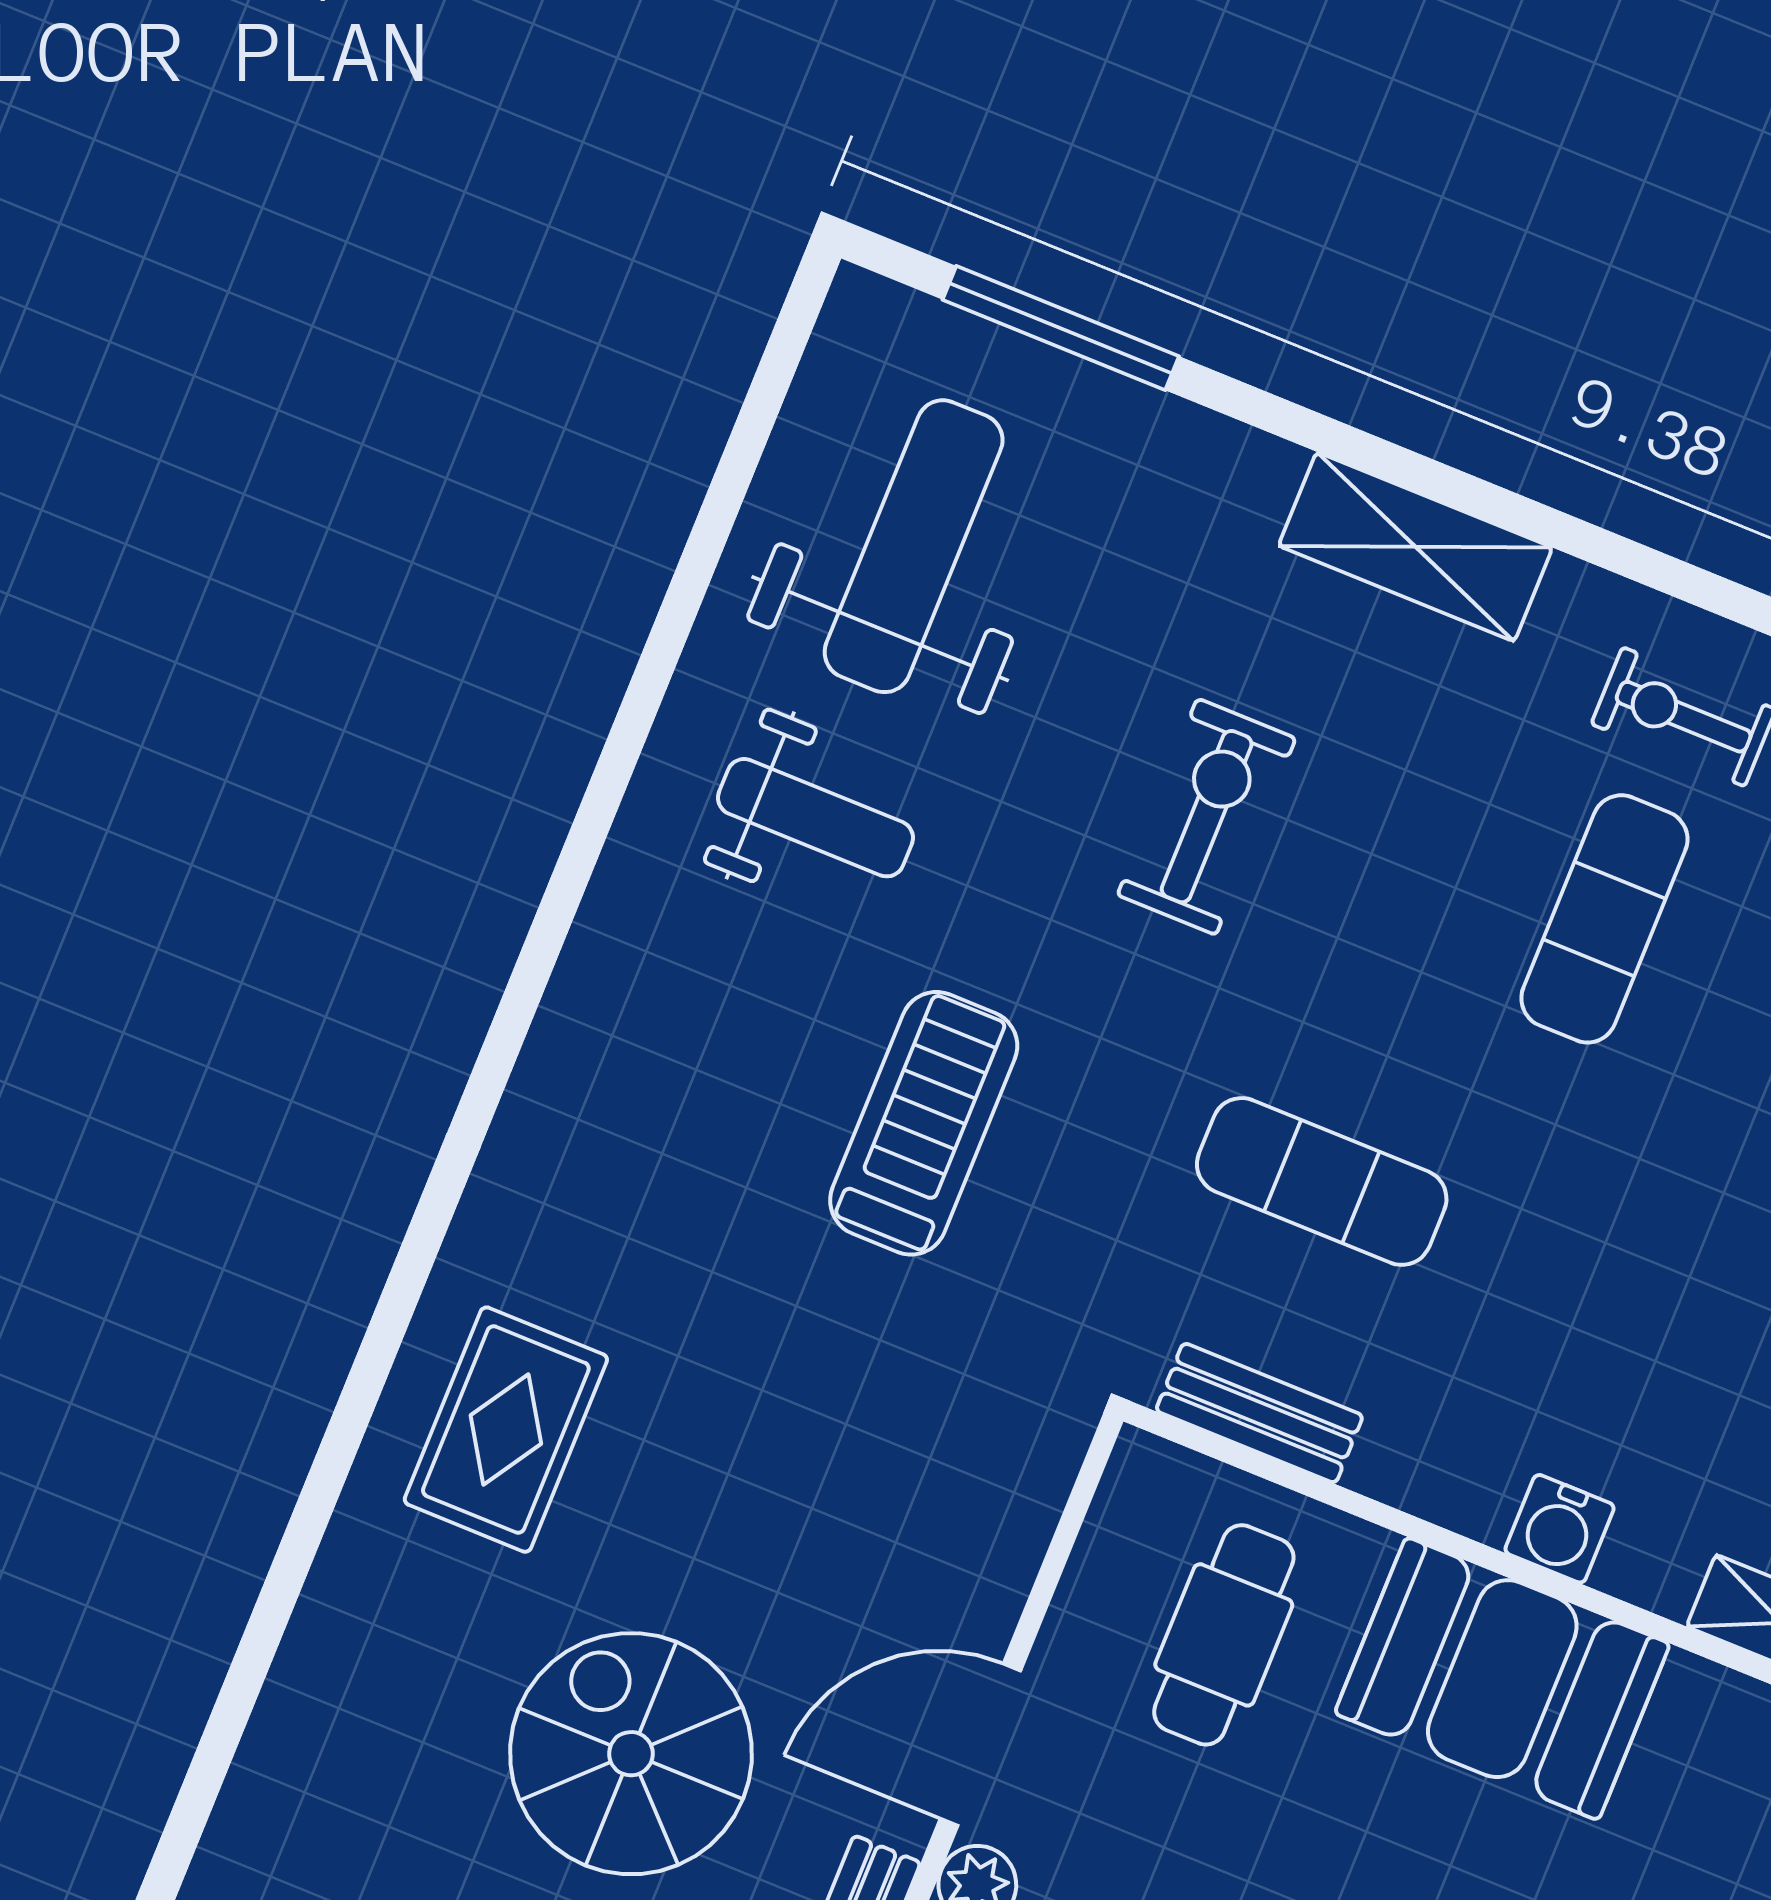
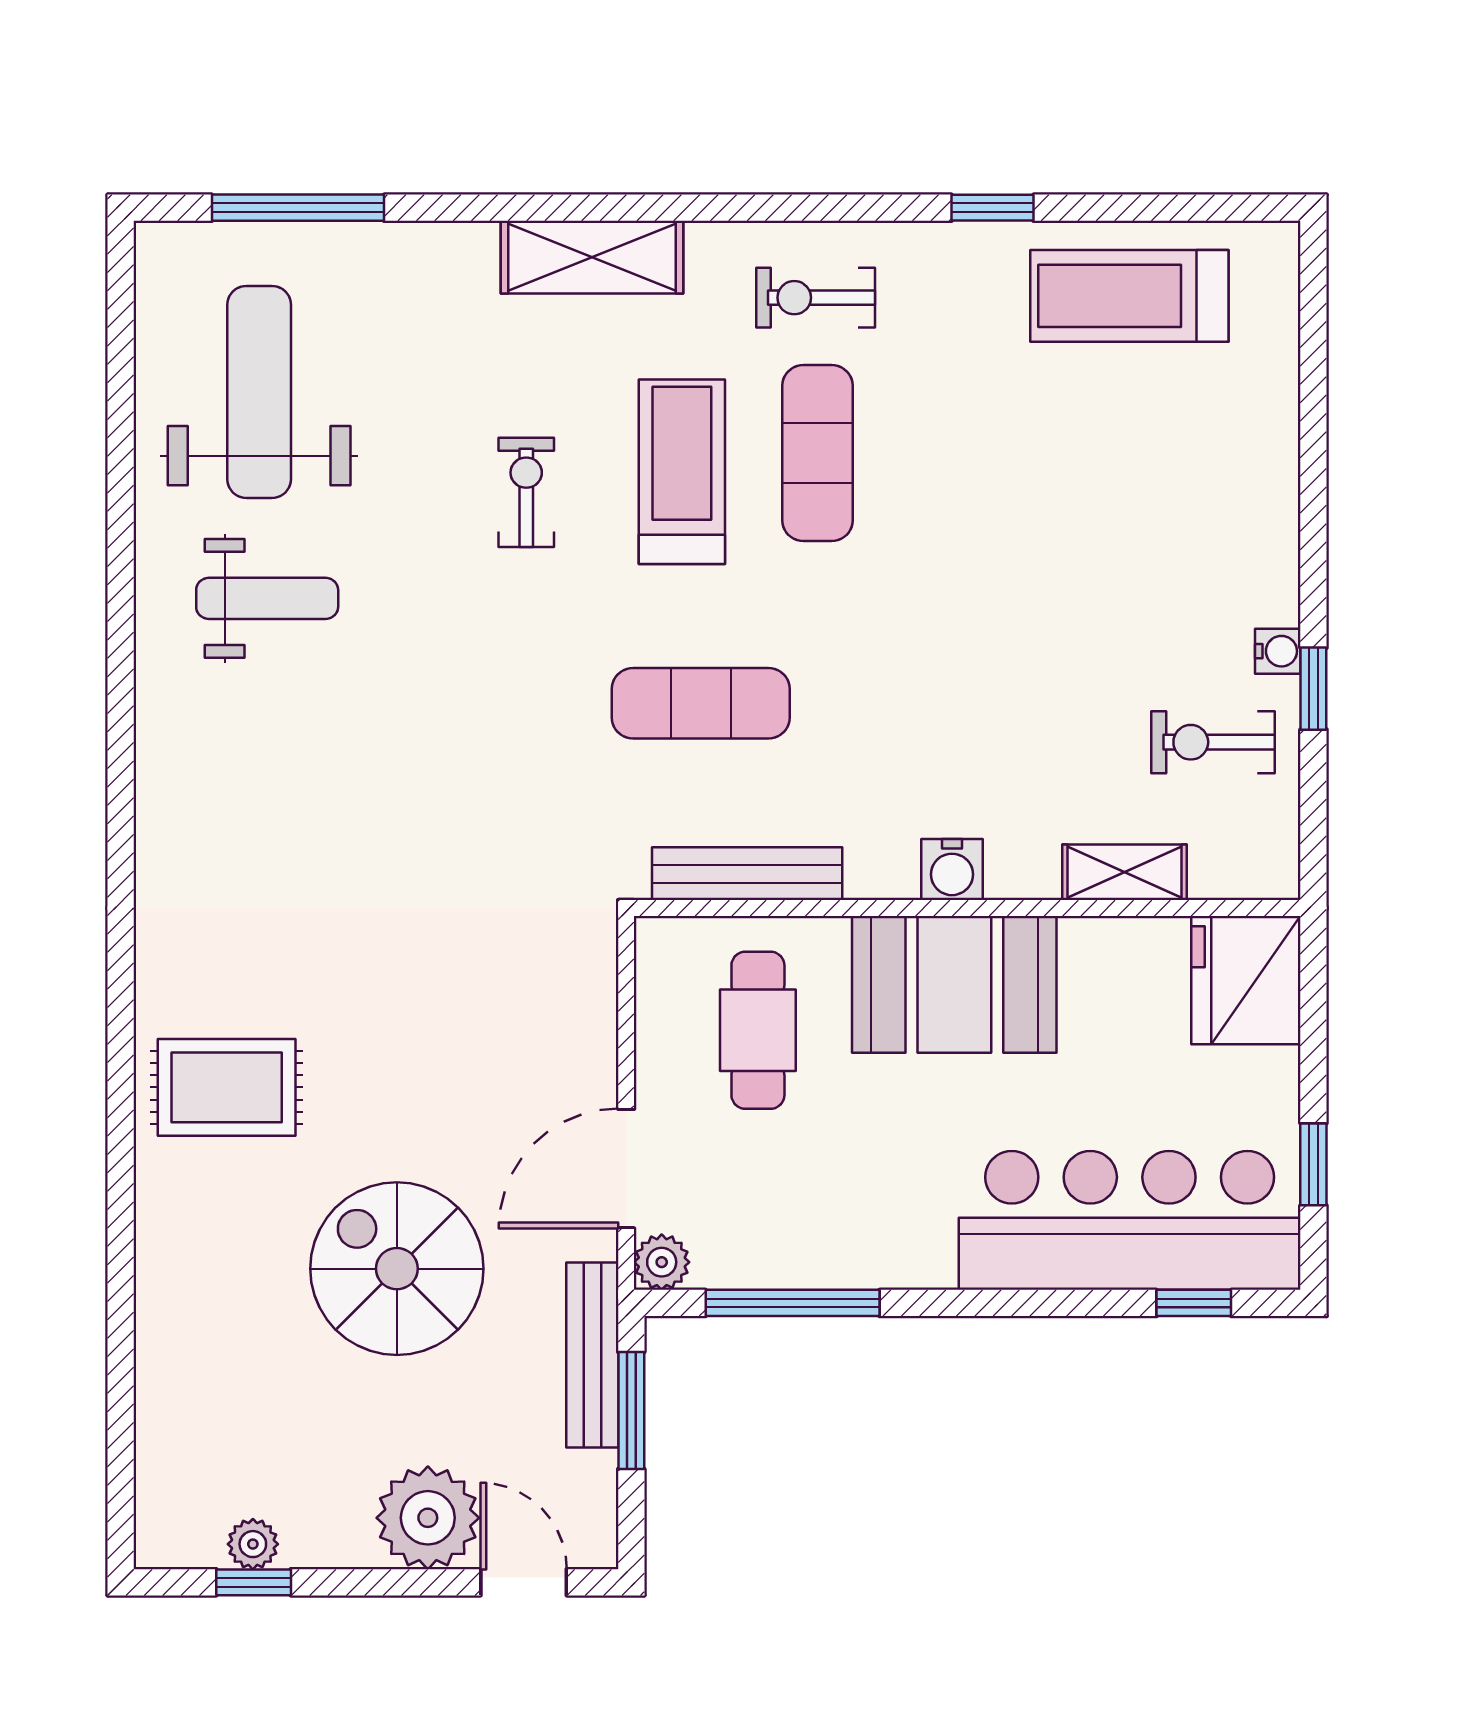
exercise bike: (1207, 817) -> (526, 492), width x0.73, depth x0.72
treadmill: (924, 1123) -> (682, 472), moved
bench: (1259, 1413) -> (747, 874), width x1.36
rug: (506, 1430) -> (227, 1087), turned 90

